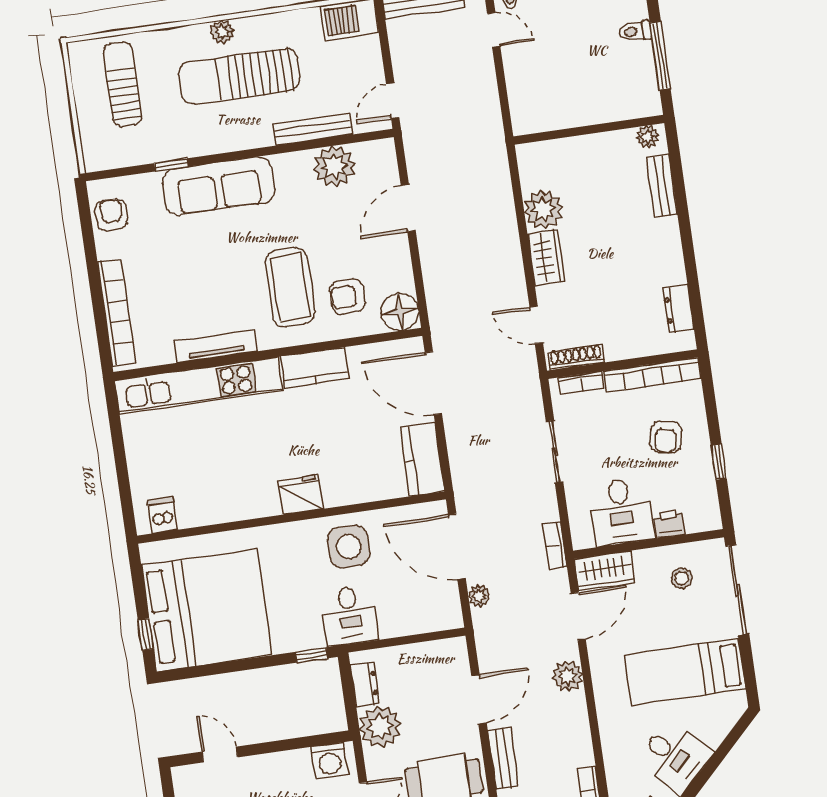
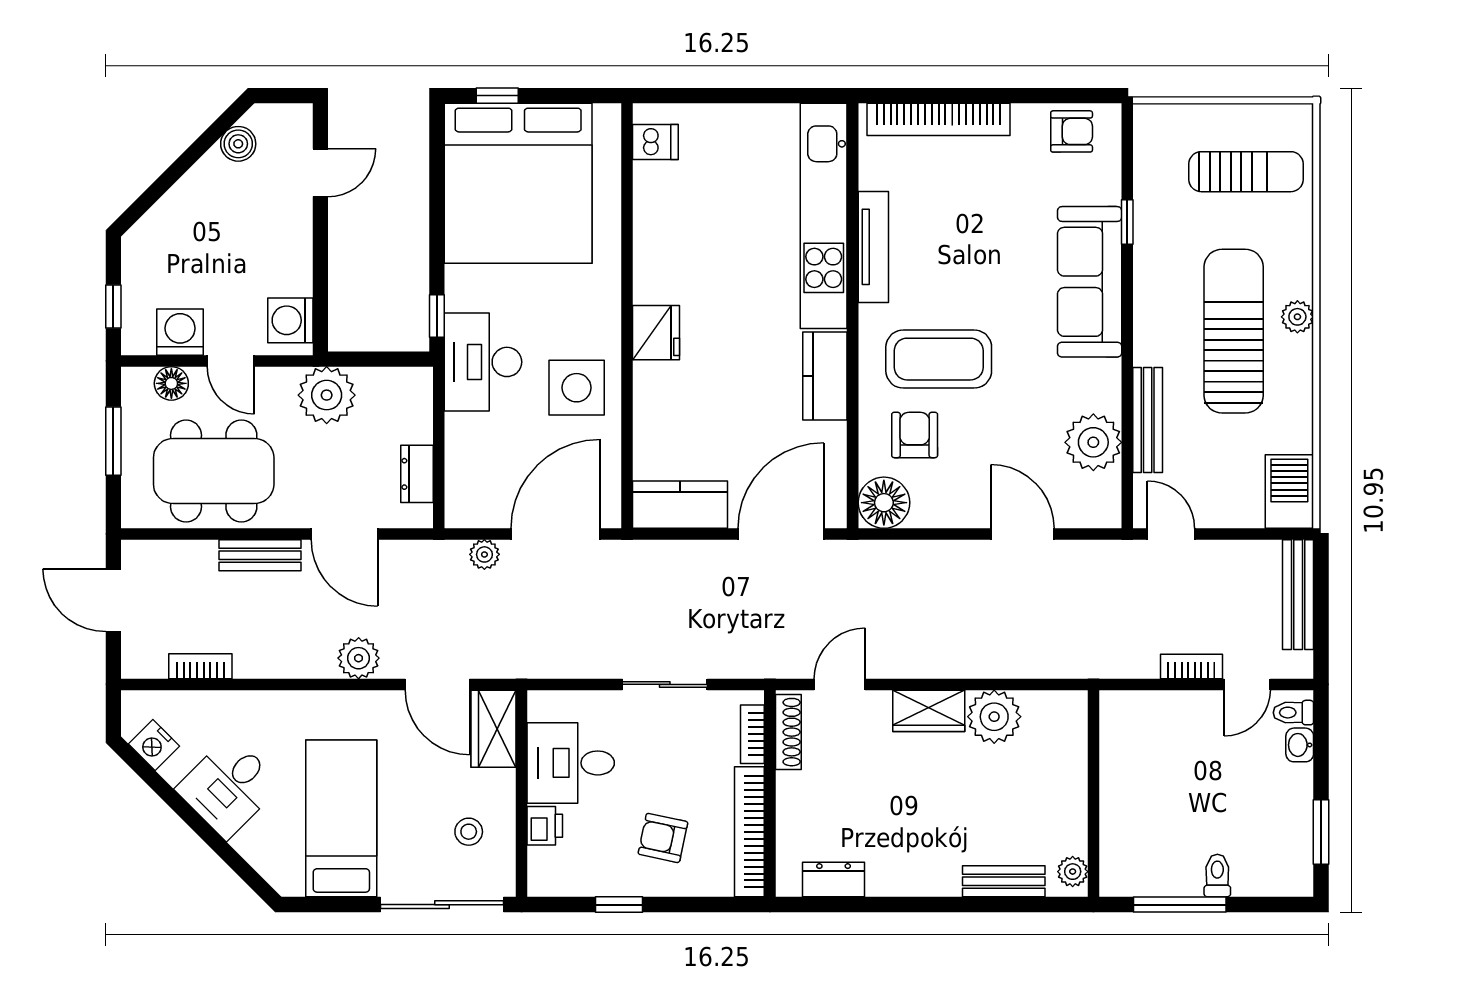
bookcase: (555, 546) -> (1191, 666), moved
desk: (350, 616) -> (483, 362), width x1.37
dresser: (365, 684) -> (417, 474), moved, turned 90

